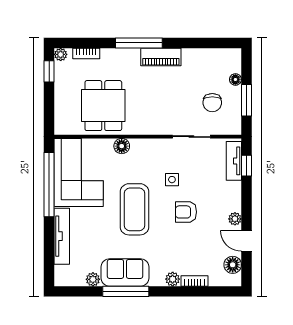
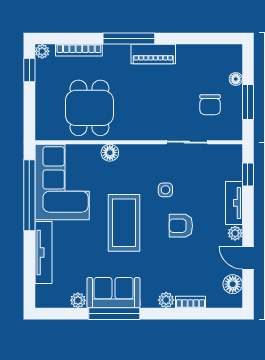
bookcase: (86, 53) -> (79, 50), width x1.56
tv unit: (234, 161) -> (234, 203), moved

